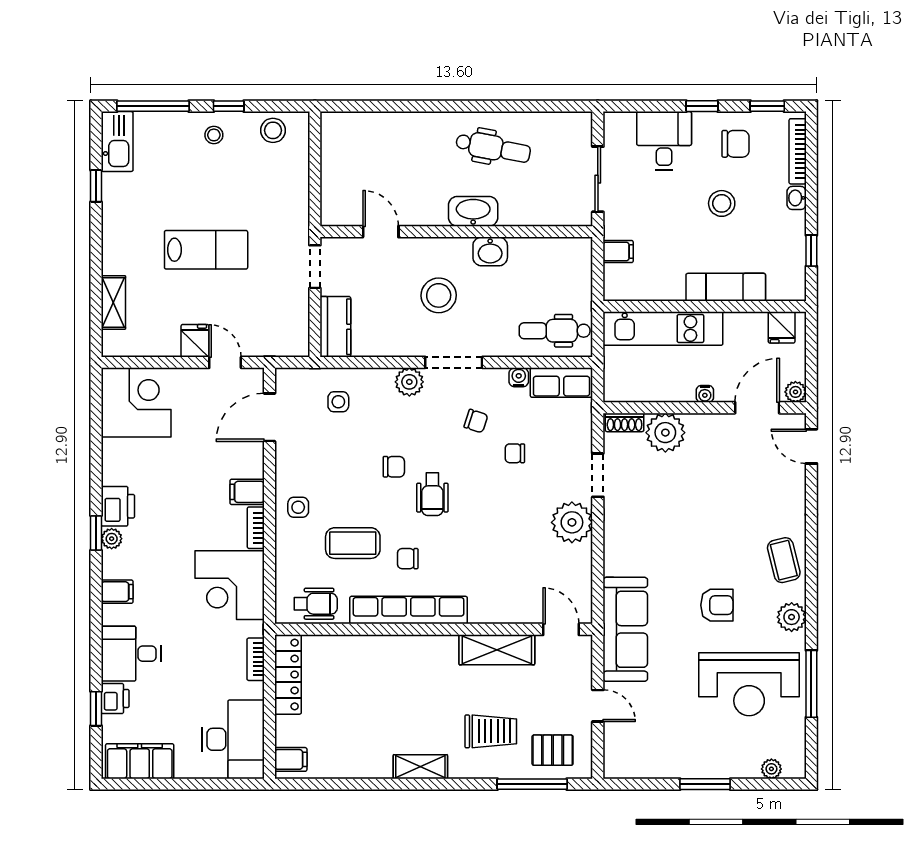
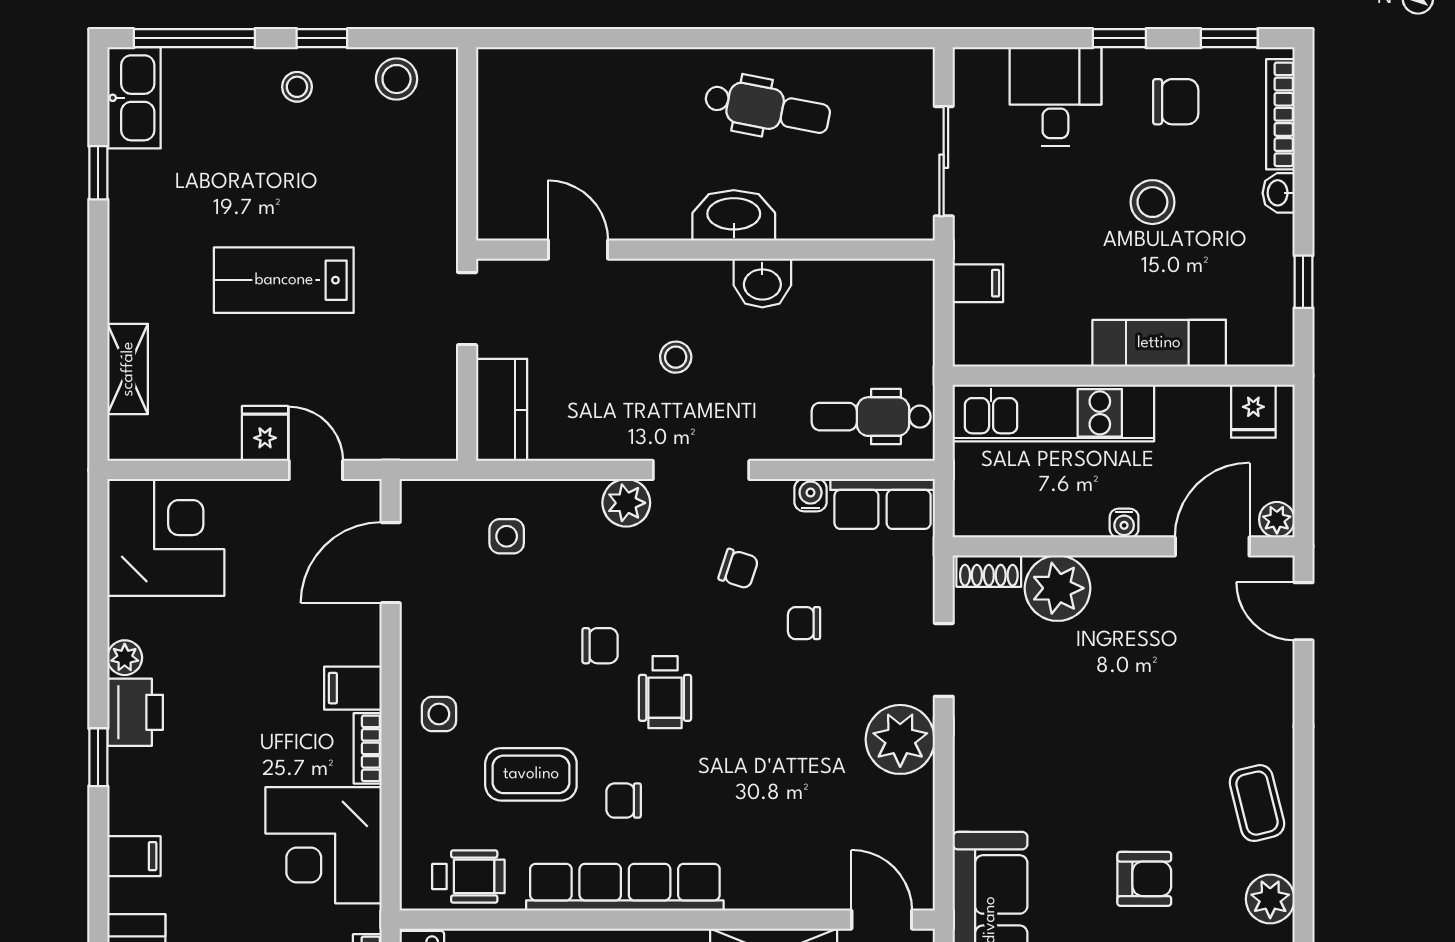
lab bench: (206, 250) -> (284, 280), turned 180
stool: (439, 295) -> (676, 357), width x0.53, depth x0.53
plant: (112, 539) -> (125, 658), moved

